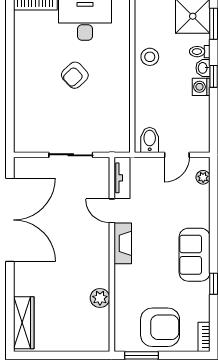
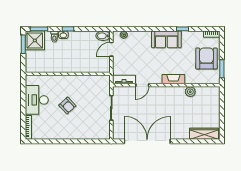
stool: (150, 57) -> (57, 64), removed
washing machine: (201, 87) -> (74, 36), removed
bidet: (150, 140) -> (103, 36), moved
door: (177, 155) -> (111, 49), swing flipped
fireplace: (123, 243) -> (173, 79), moved

